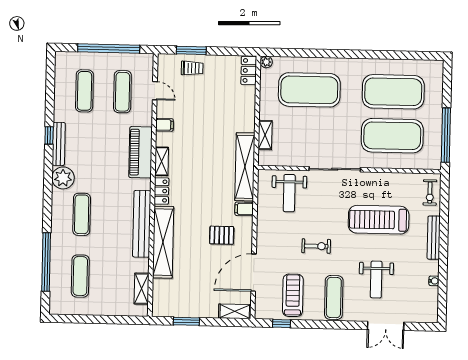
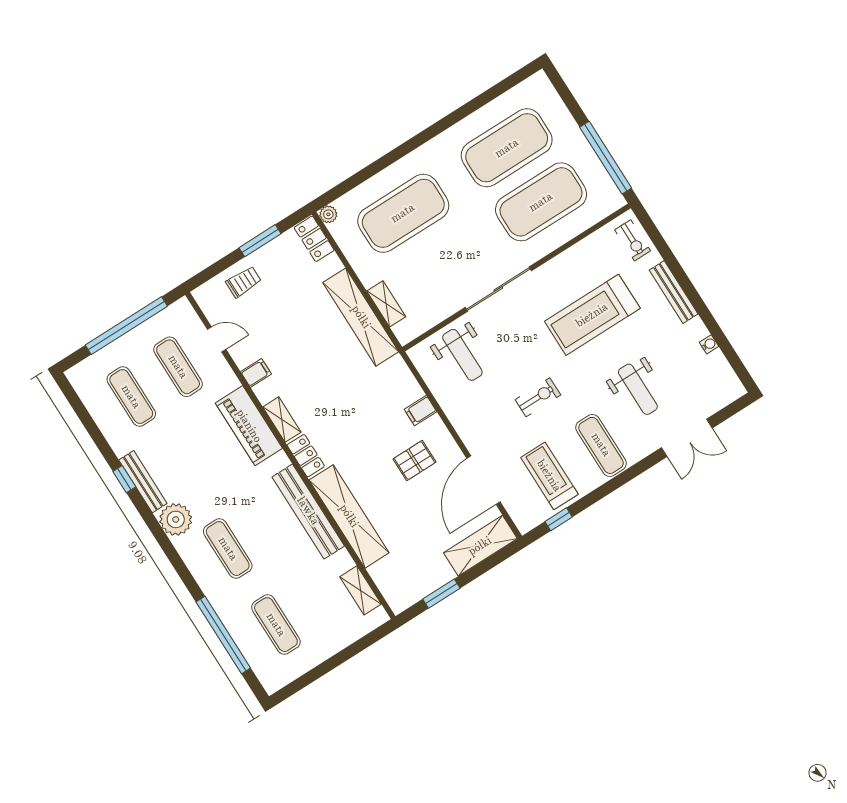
window: (191, 50) -> (260, 241), moved
shelving: (245, 167) -> (361, 317), moved
shelving: (235, 311) -> (480, 546), width x1.50, depth x1.33

